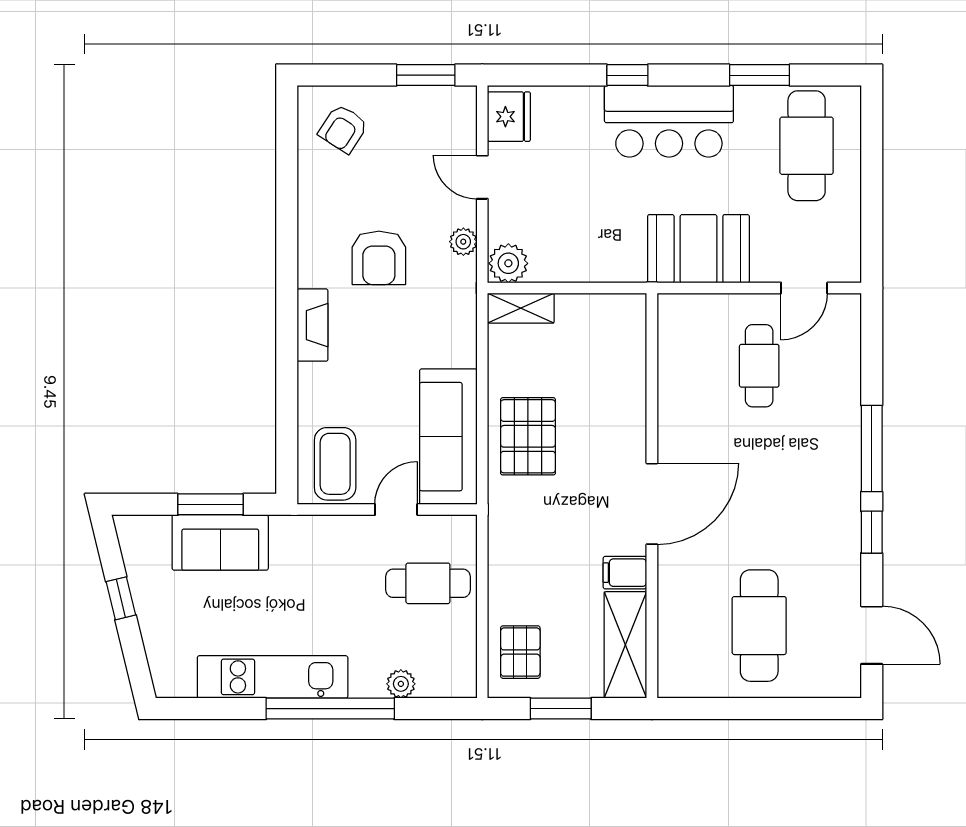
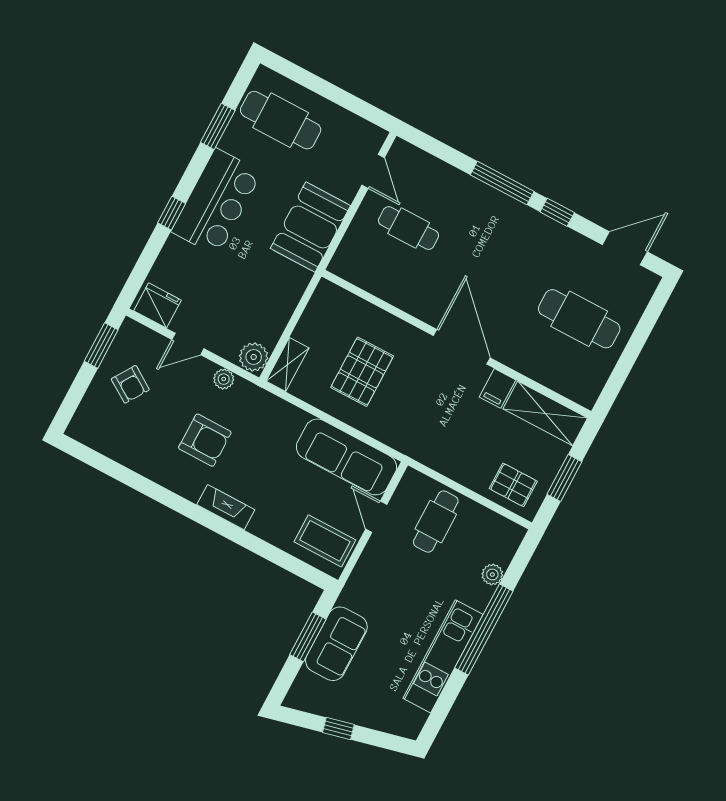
armchair: (343, 129) -> (130, 384), moved
pallet: (528, 436) -> (362, 372), moved, turned 90

